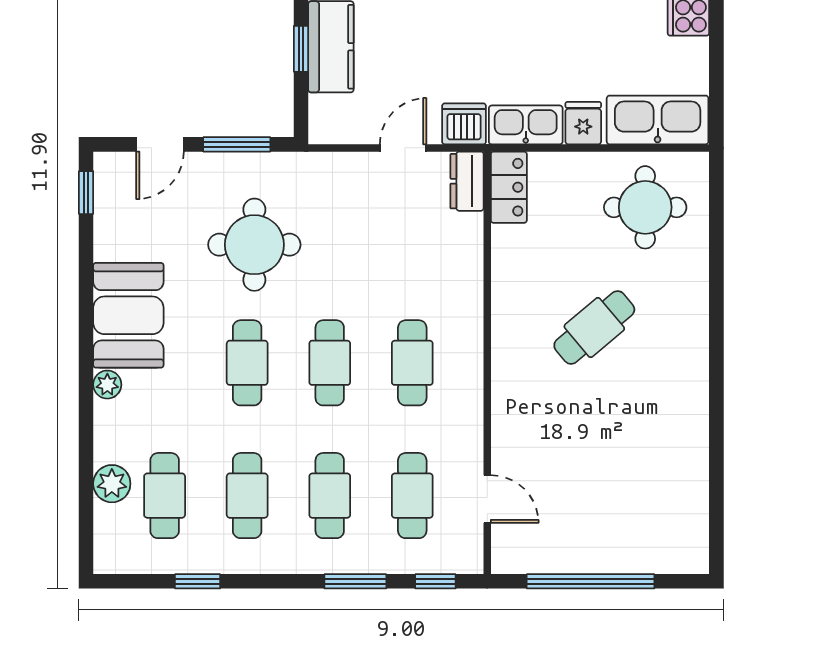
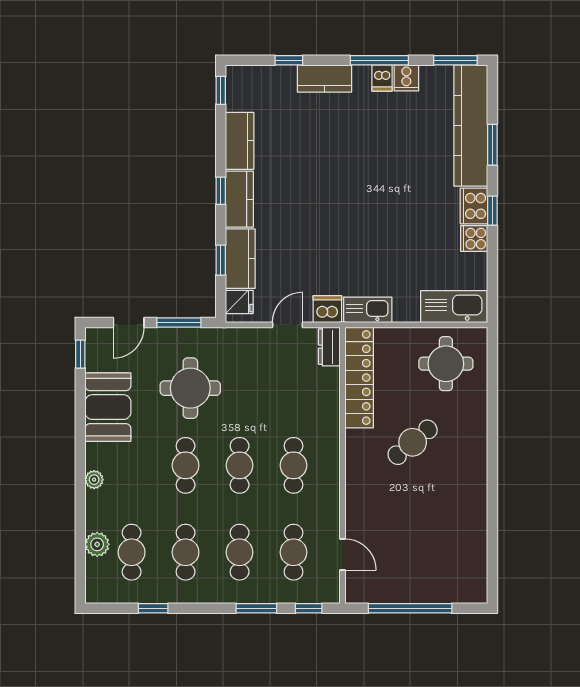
fridge: (583, 123) -> (239, 302), moved, turned 90
locker: (509, 187) -> (359, 378), width x2.16, depth x1.21
booth: (128, 315) -> (108, 407), moved

